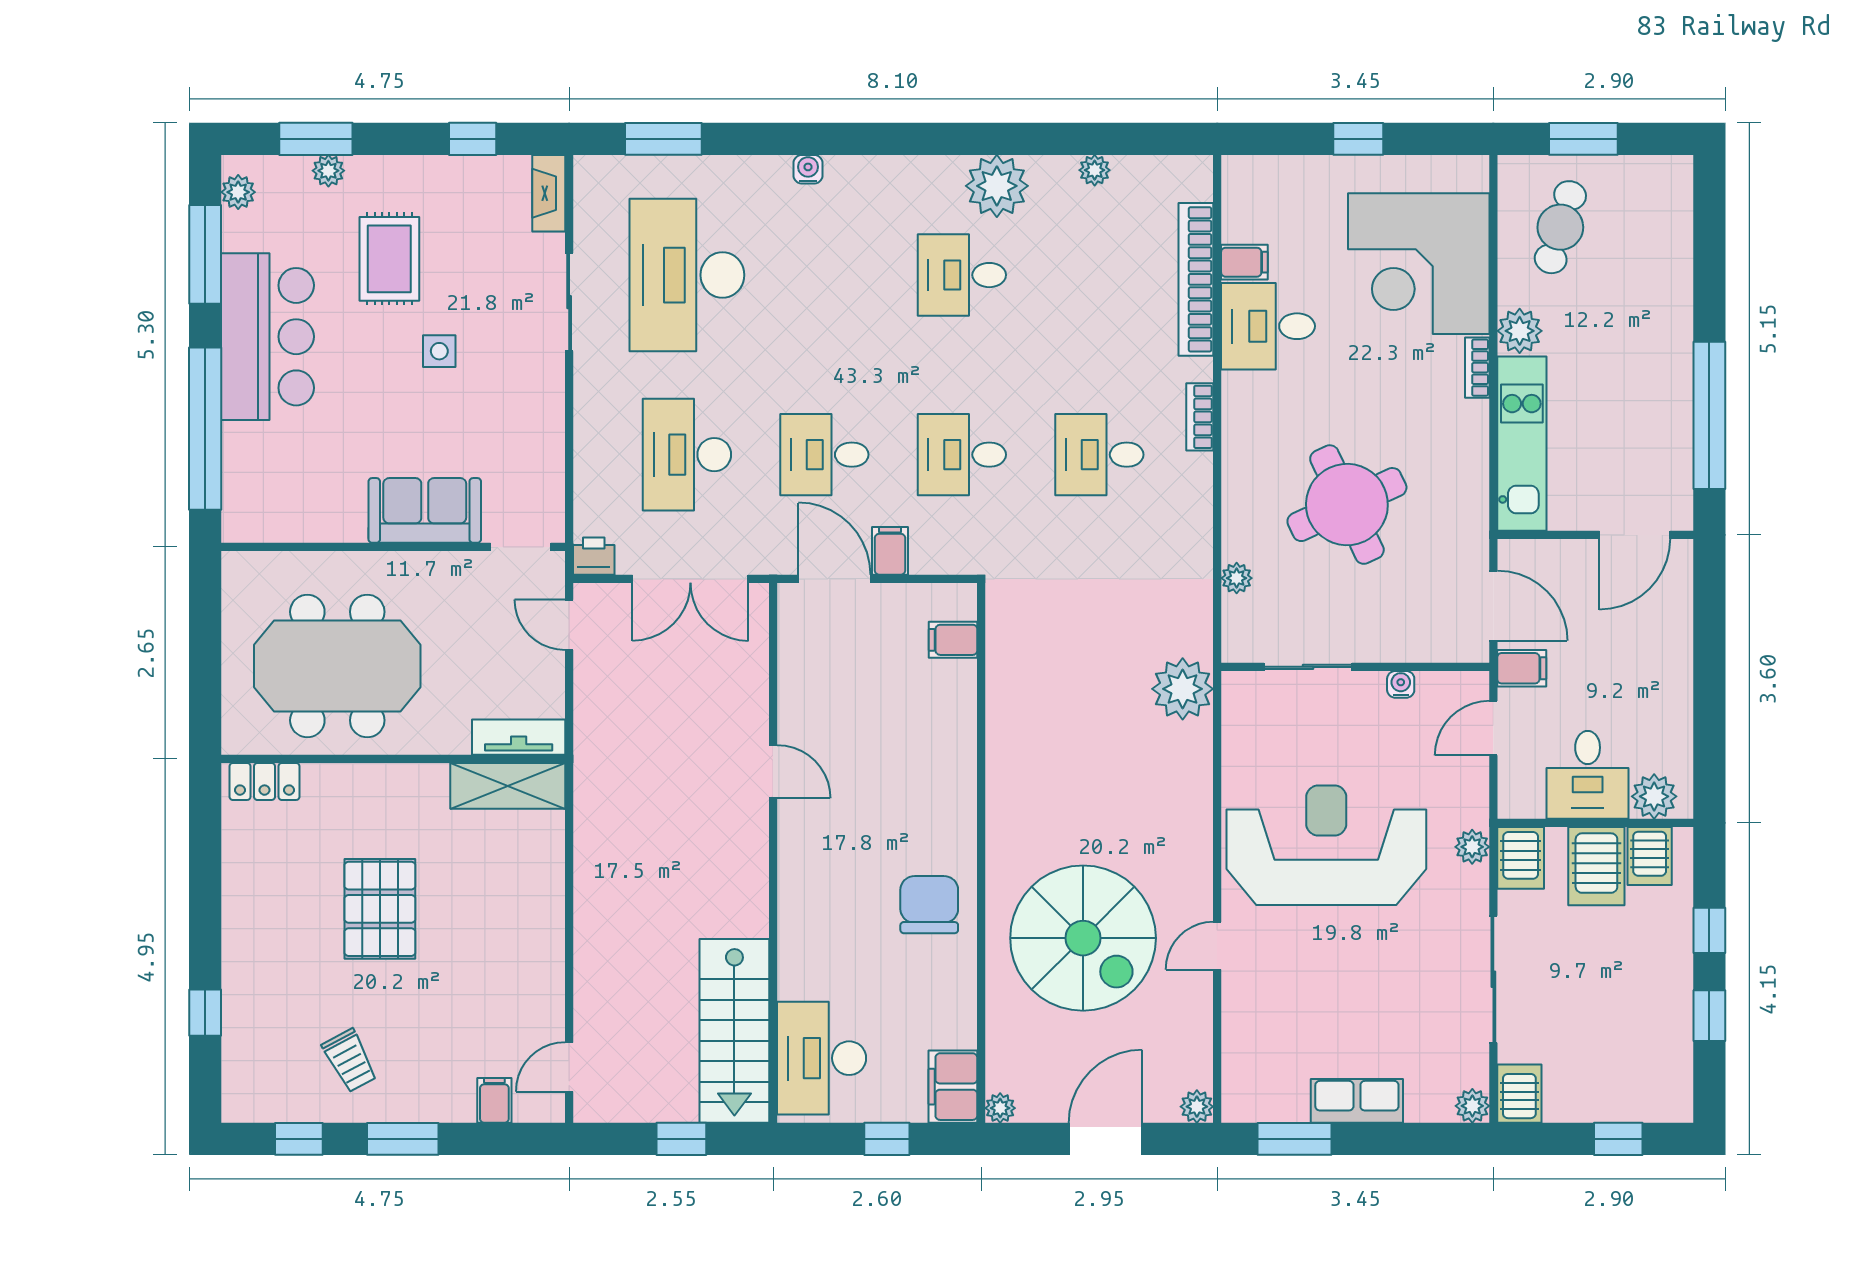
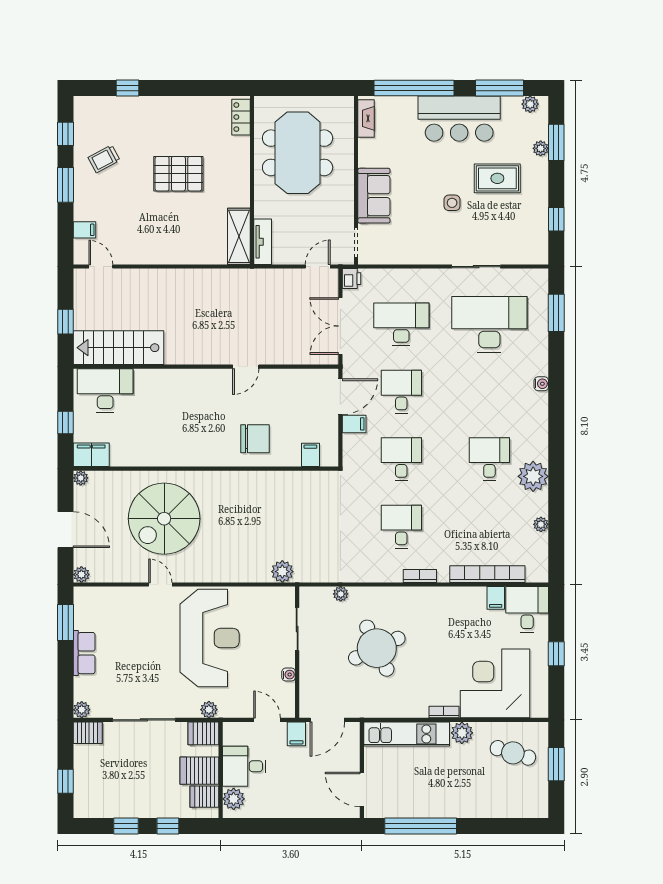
fireplace: (549, 193) -> (366, 118), moved, turned 90
desk: (1268, 326) -> (527, 609), moved
plant: (1183, 689) -> (282, 572), width x0.73, depth x0.73
chair: (929, 905) -> (255, 439), moved

